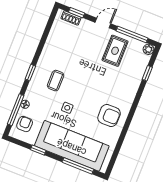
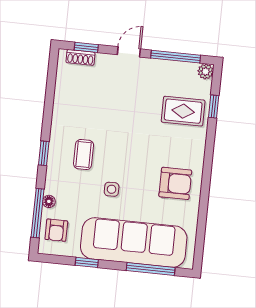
rug: (115, 51) -> (183, 111), moved, turned 90
armchair: (25, 124) -> (56, 230), turned 180

